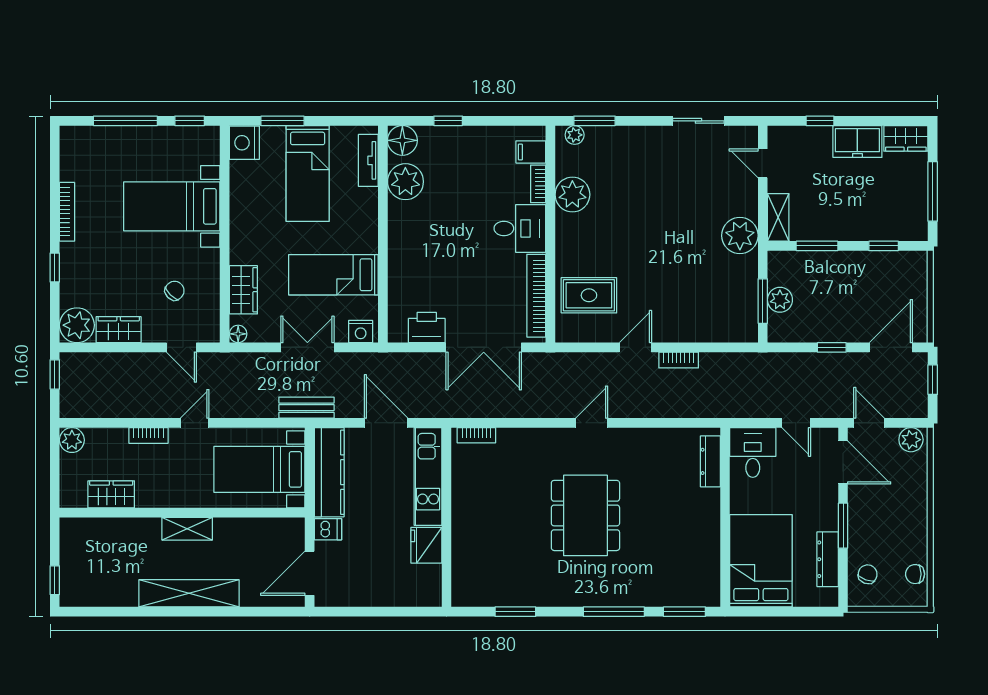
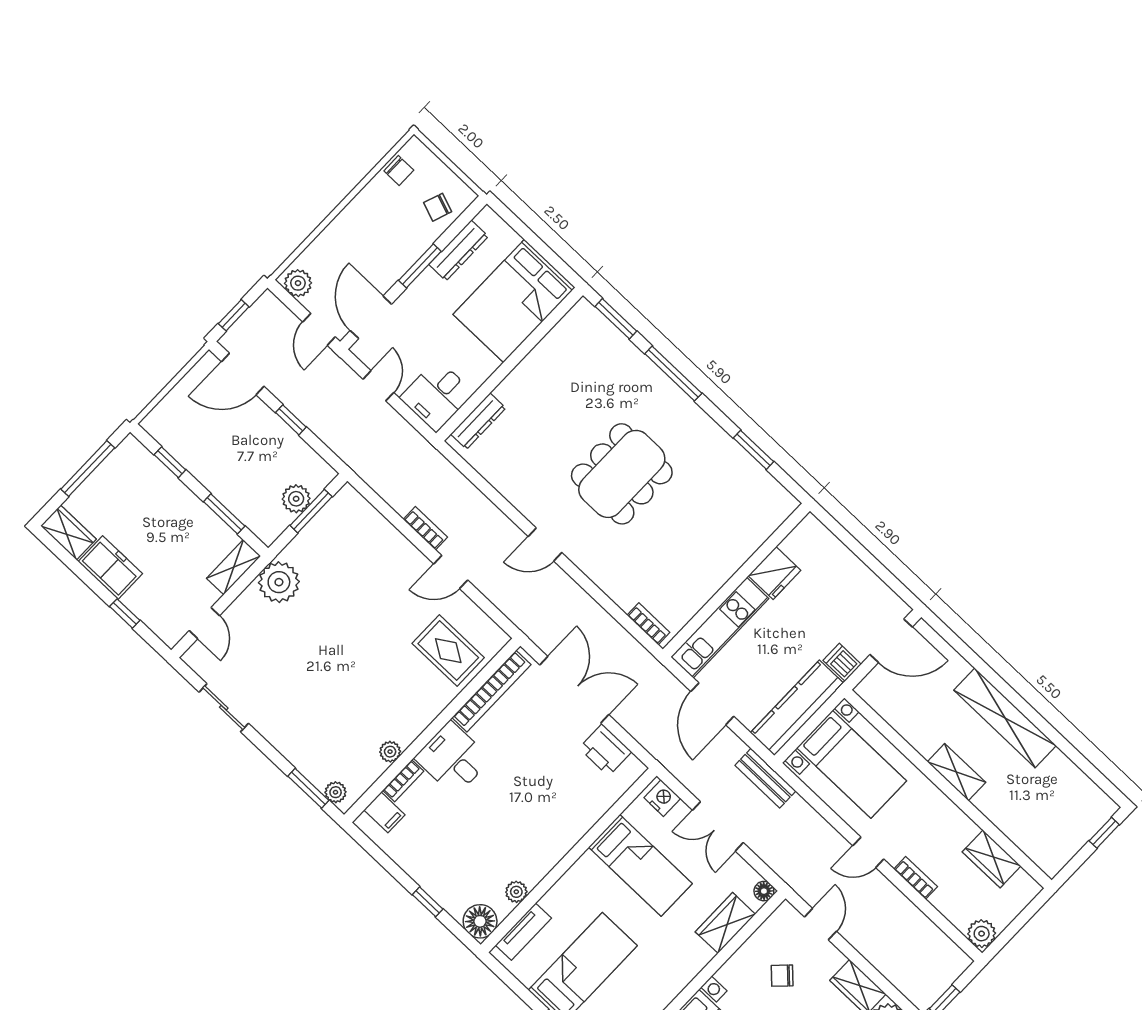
plant: (405, 182) -> (516, 892), width x0.53, depth x0.53
plant: (572, 195) -> (390, 752), width x0.53, depth x0.53

